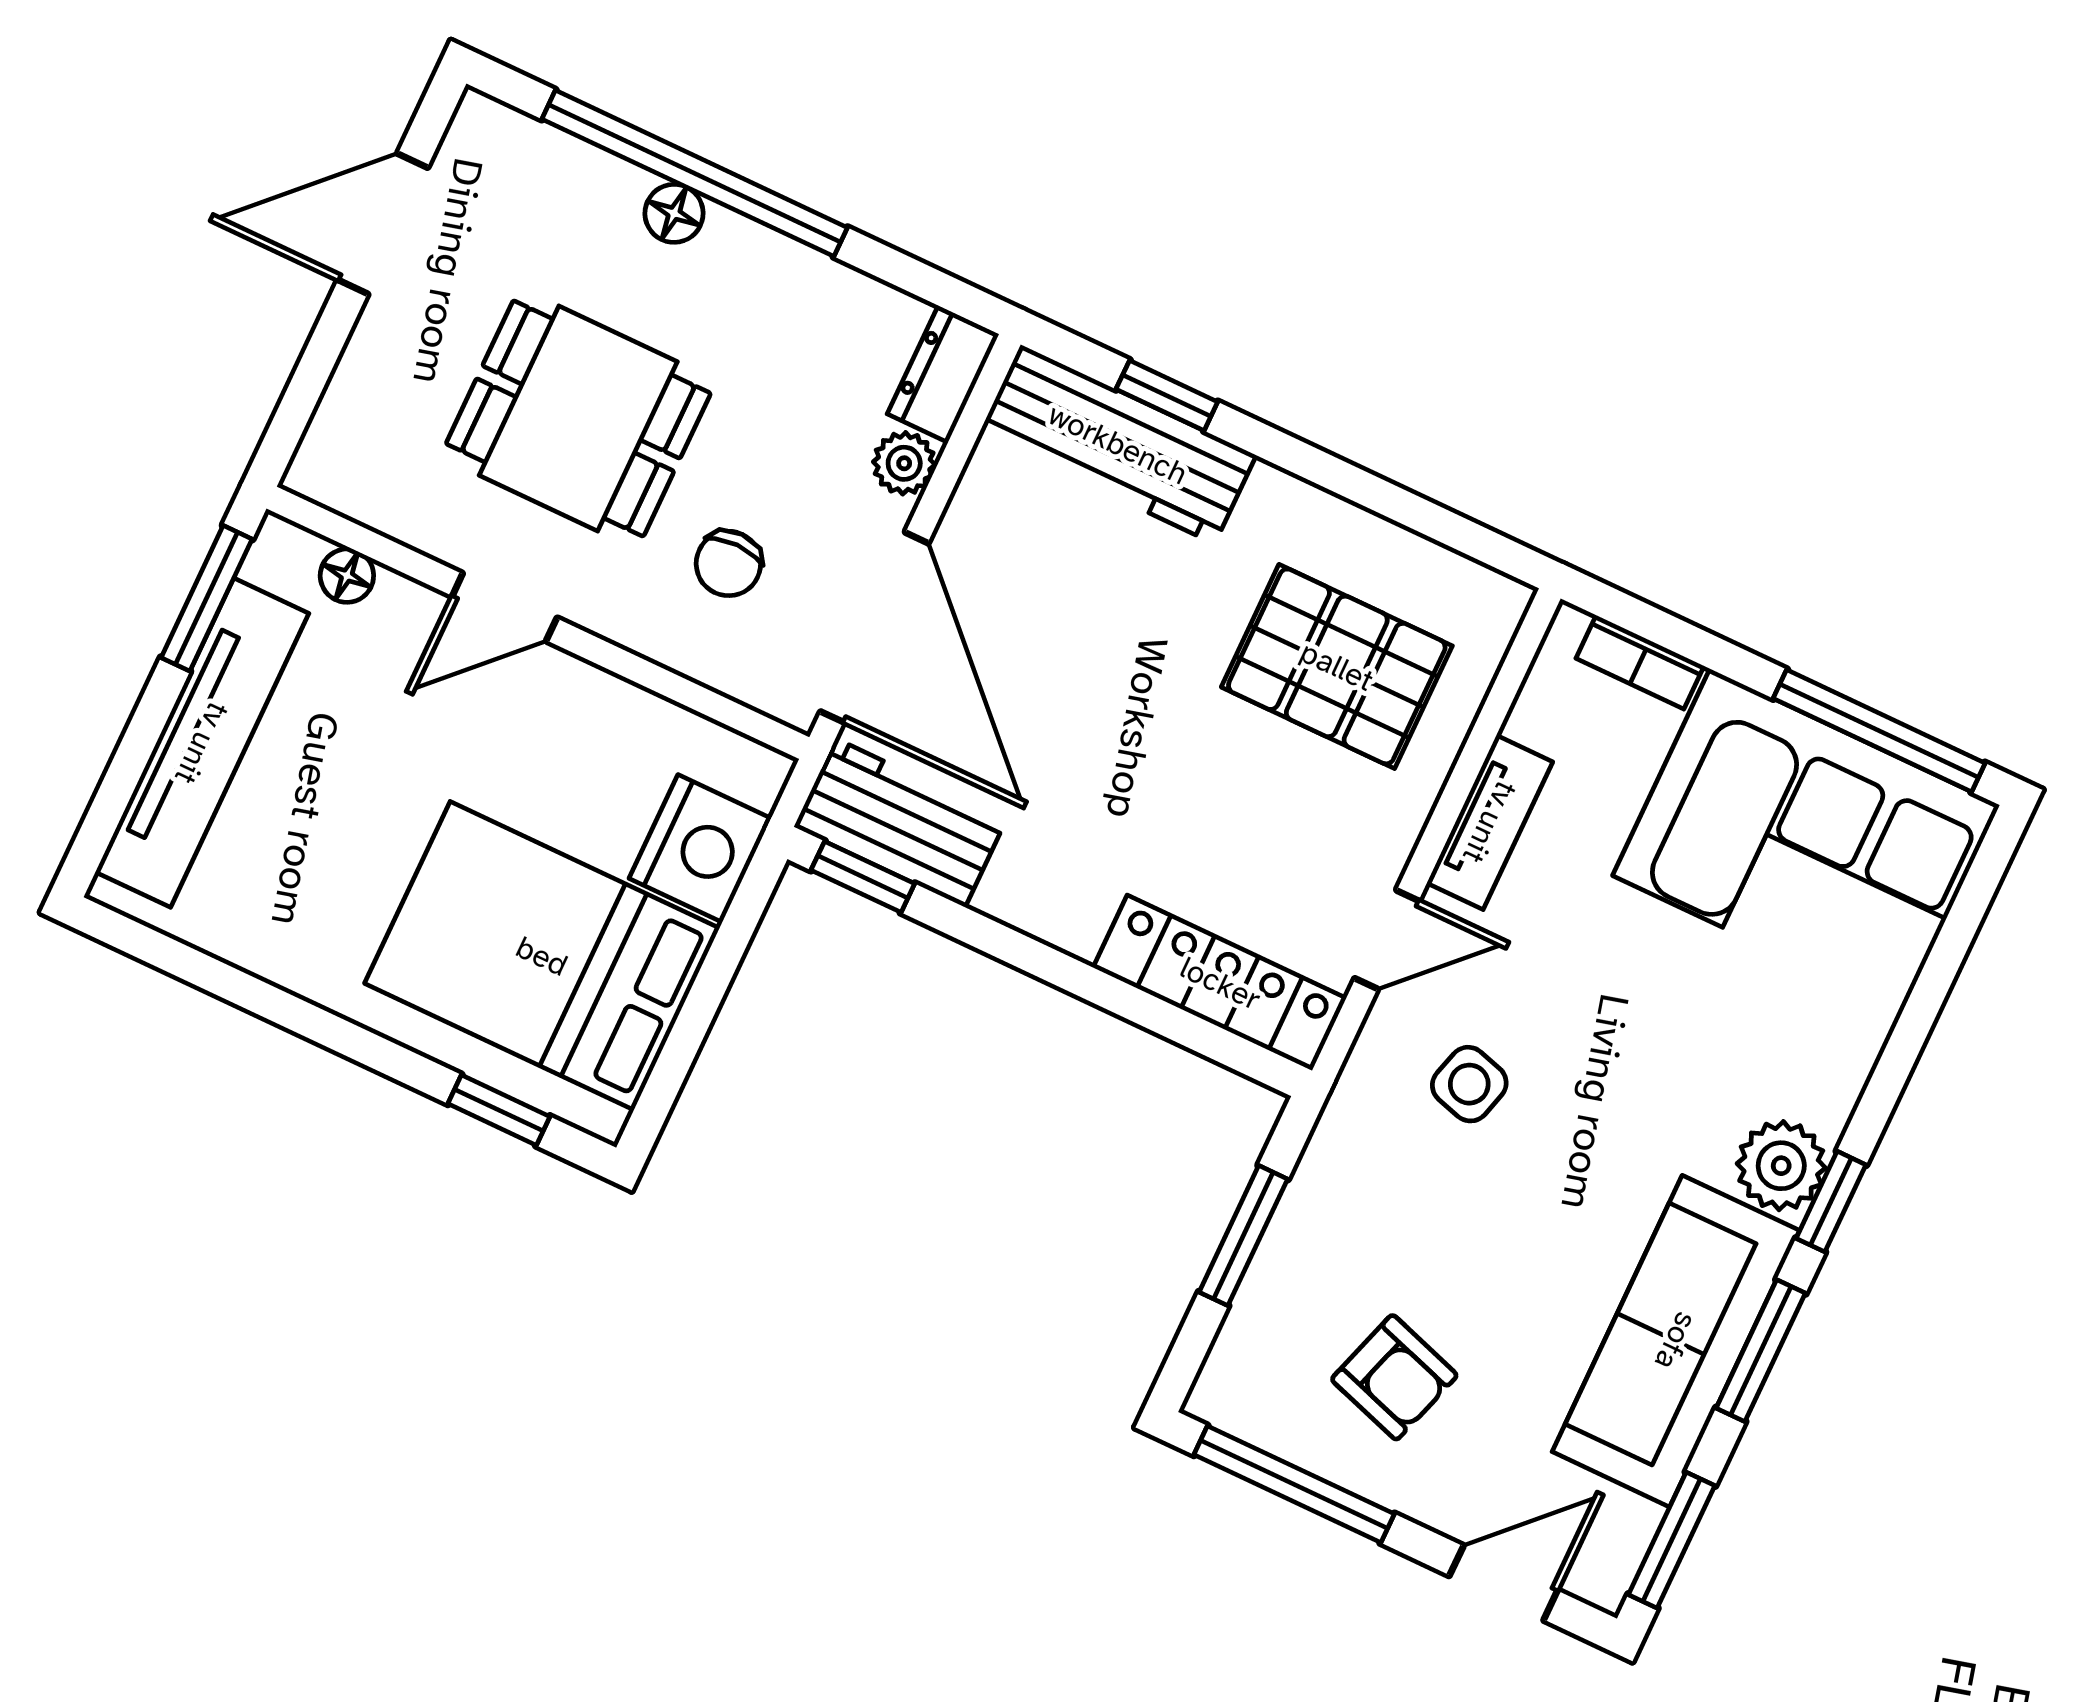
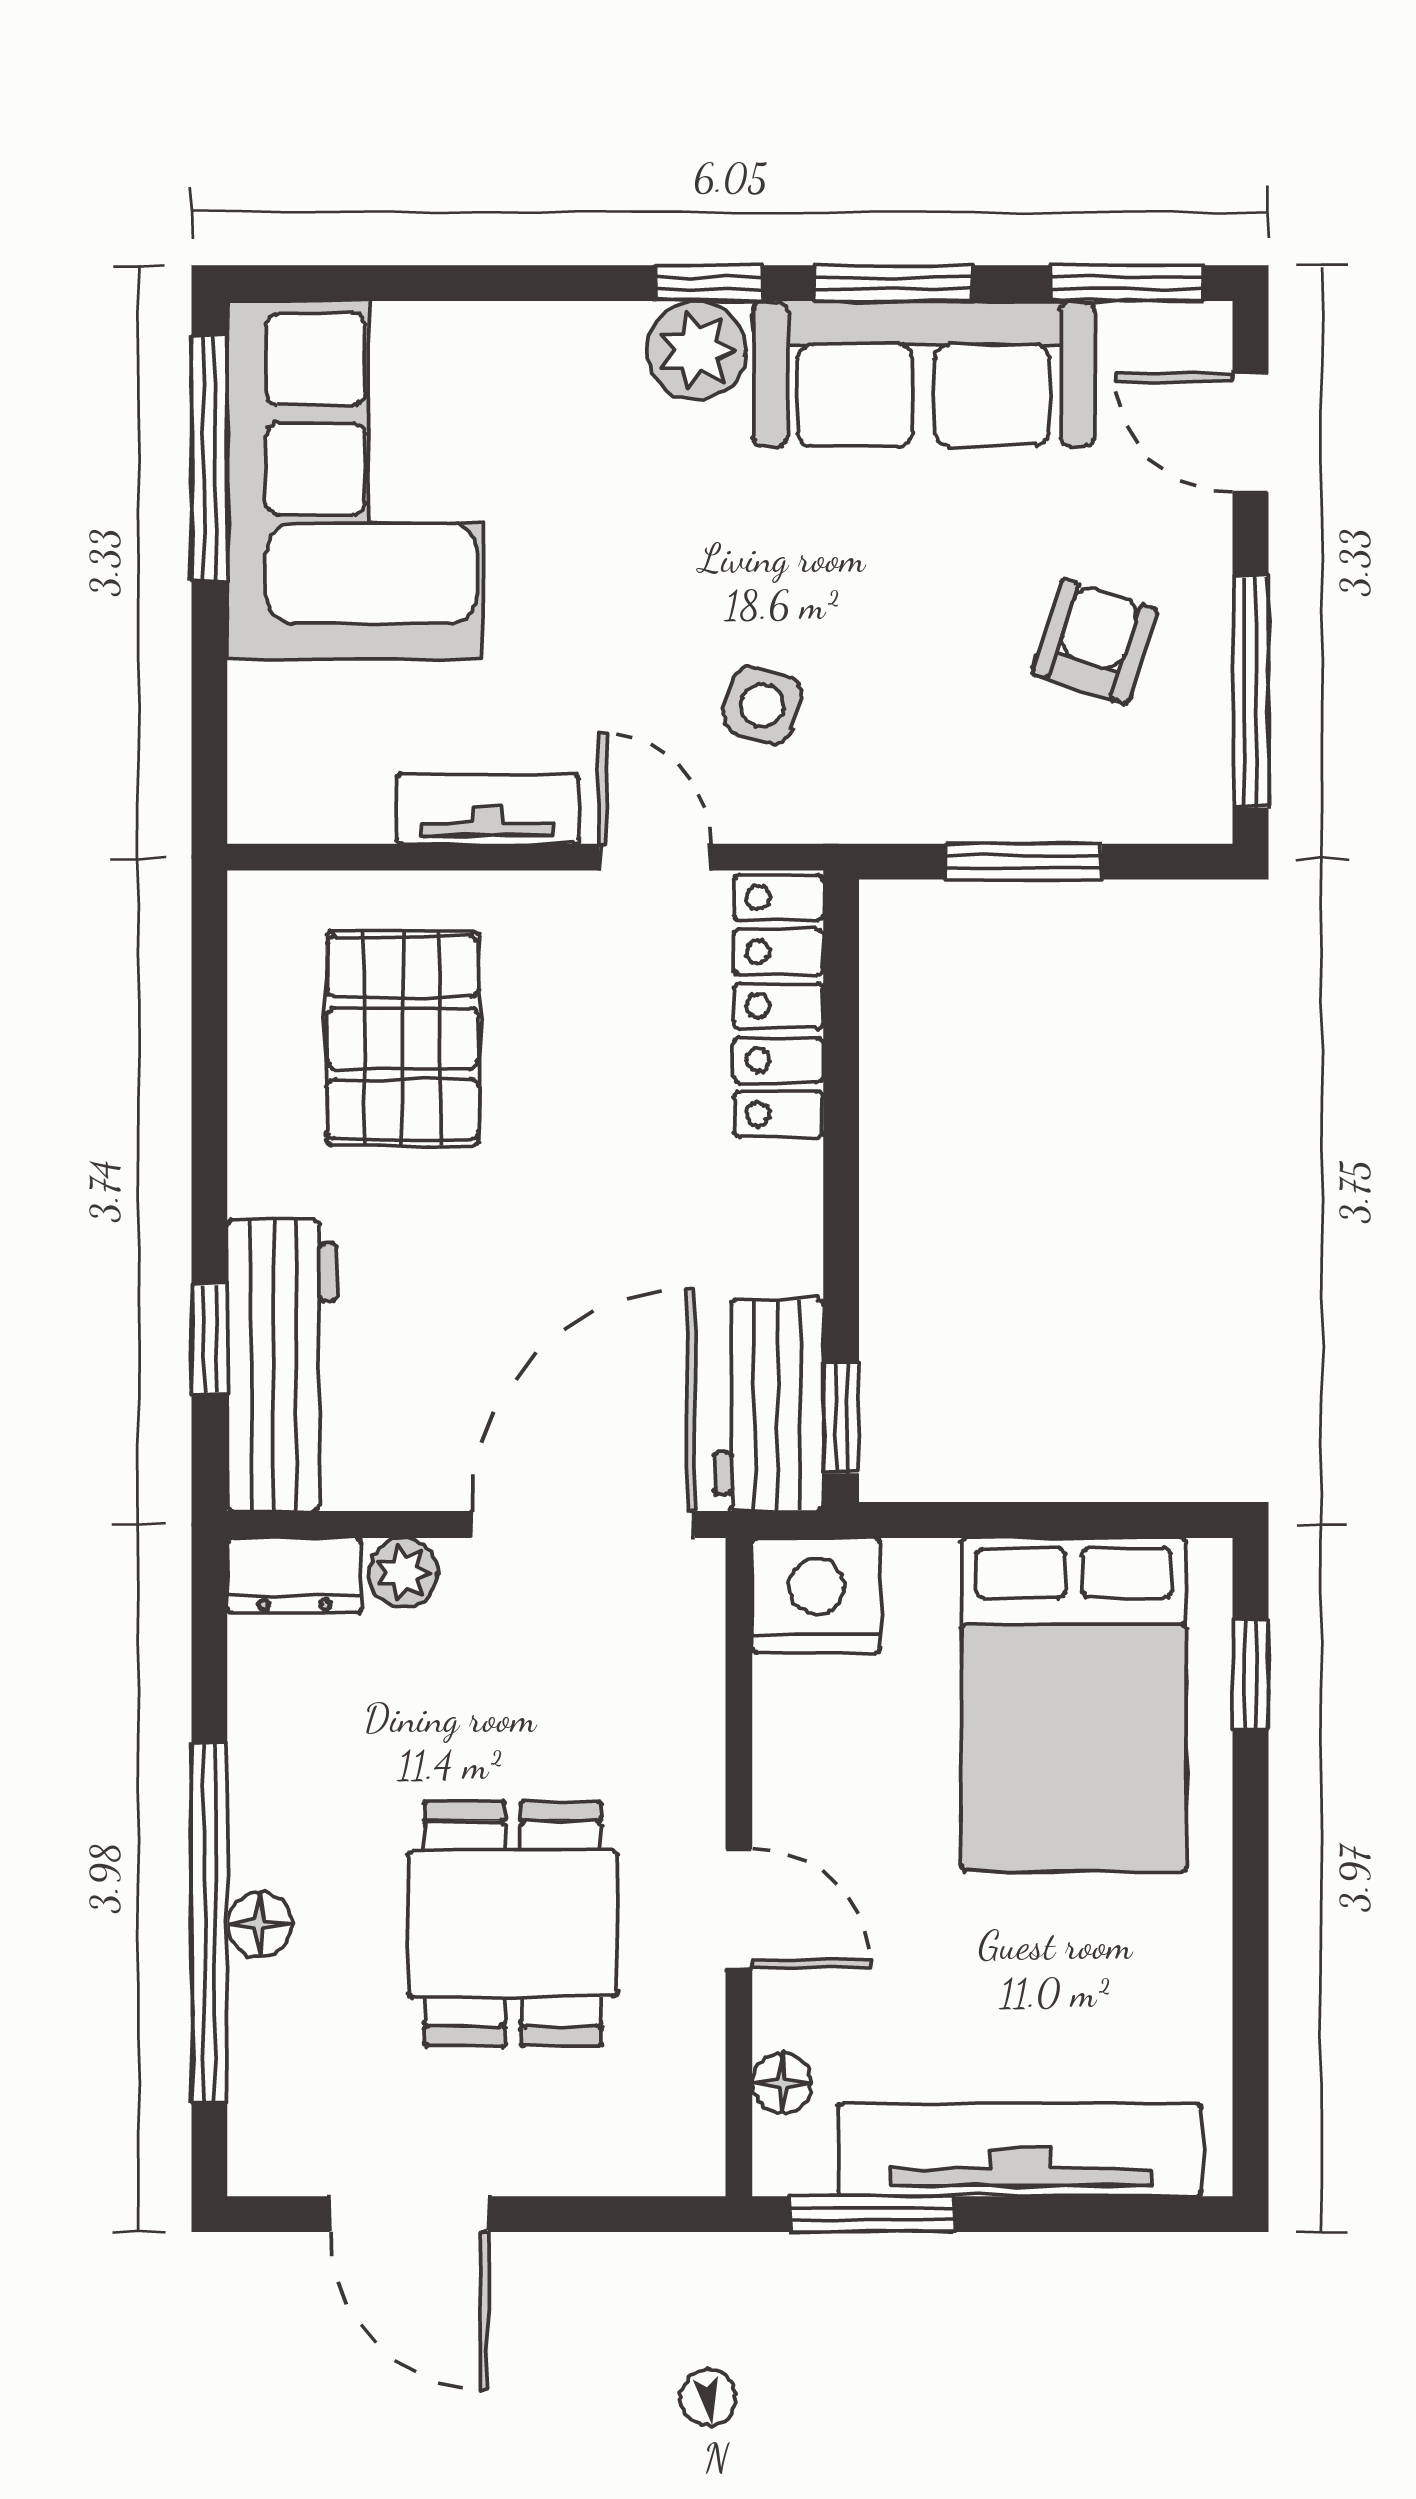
chair: (728, 563) -> (588, 1703), removed
bookcase: (1640, 662) -> (254, 733), removed
nightstand: (700, 848) -> (817, 1596), moved

